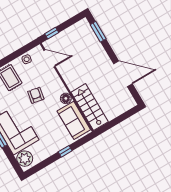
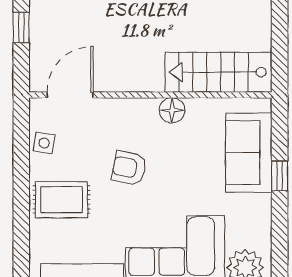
window: (52, 33) -> (21, 28), moved
sofa: (74, 120) -> (249, 153), moved, turned 90

